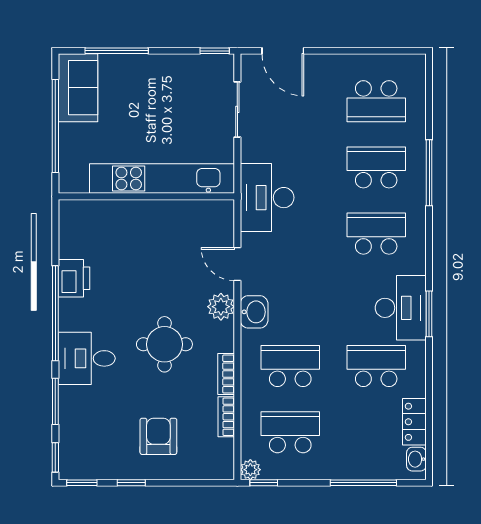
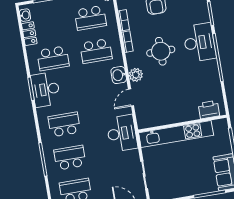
school desk: (376, 167) -> (70, 158), turned 180
school desk: (376, 234) -> (64, 124), turned 180
door: (237, 264) -> (131, 98), swing flipped
printer: (74, 278) -> (209, 110), moved, turned 90
desk: (87, 358) -> (199, 42), width x1.37

